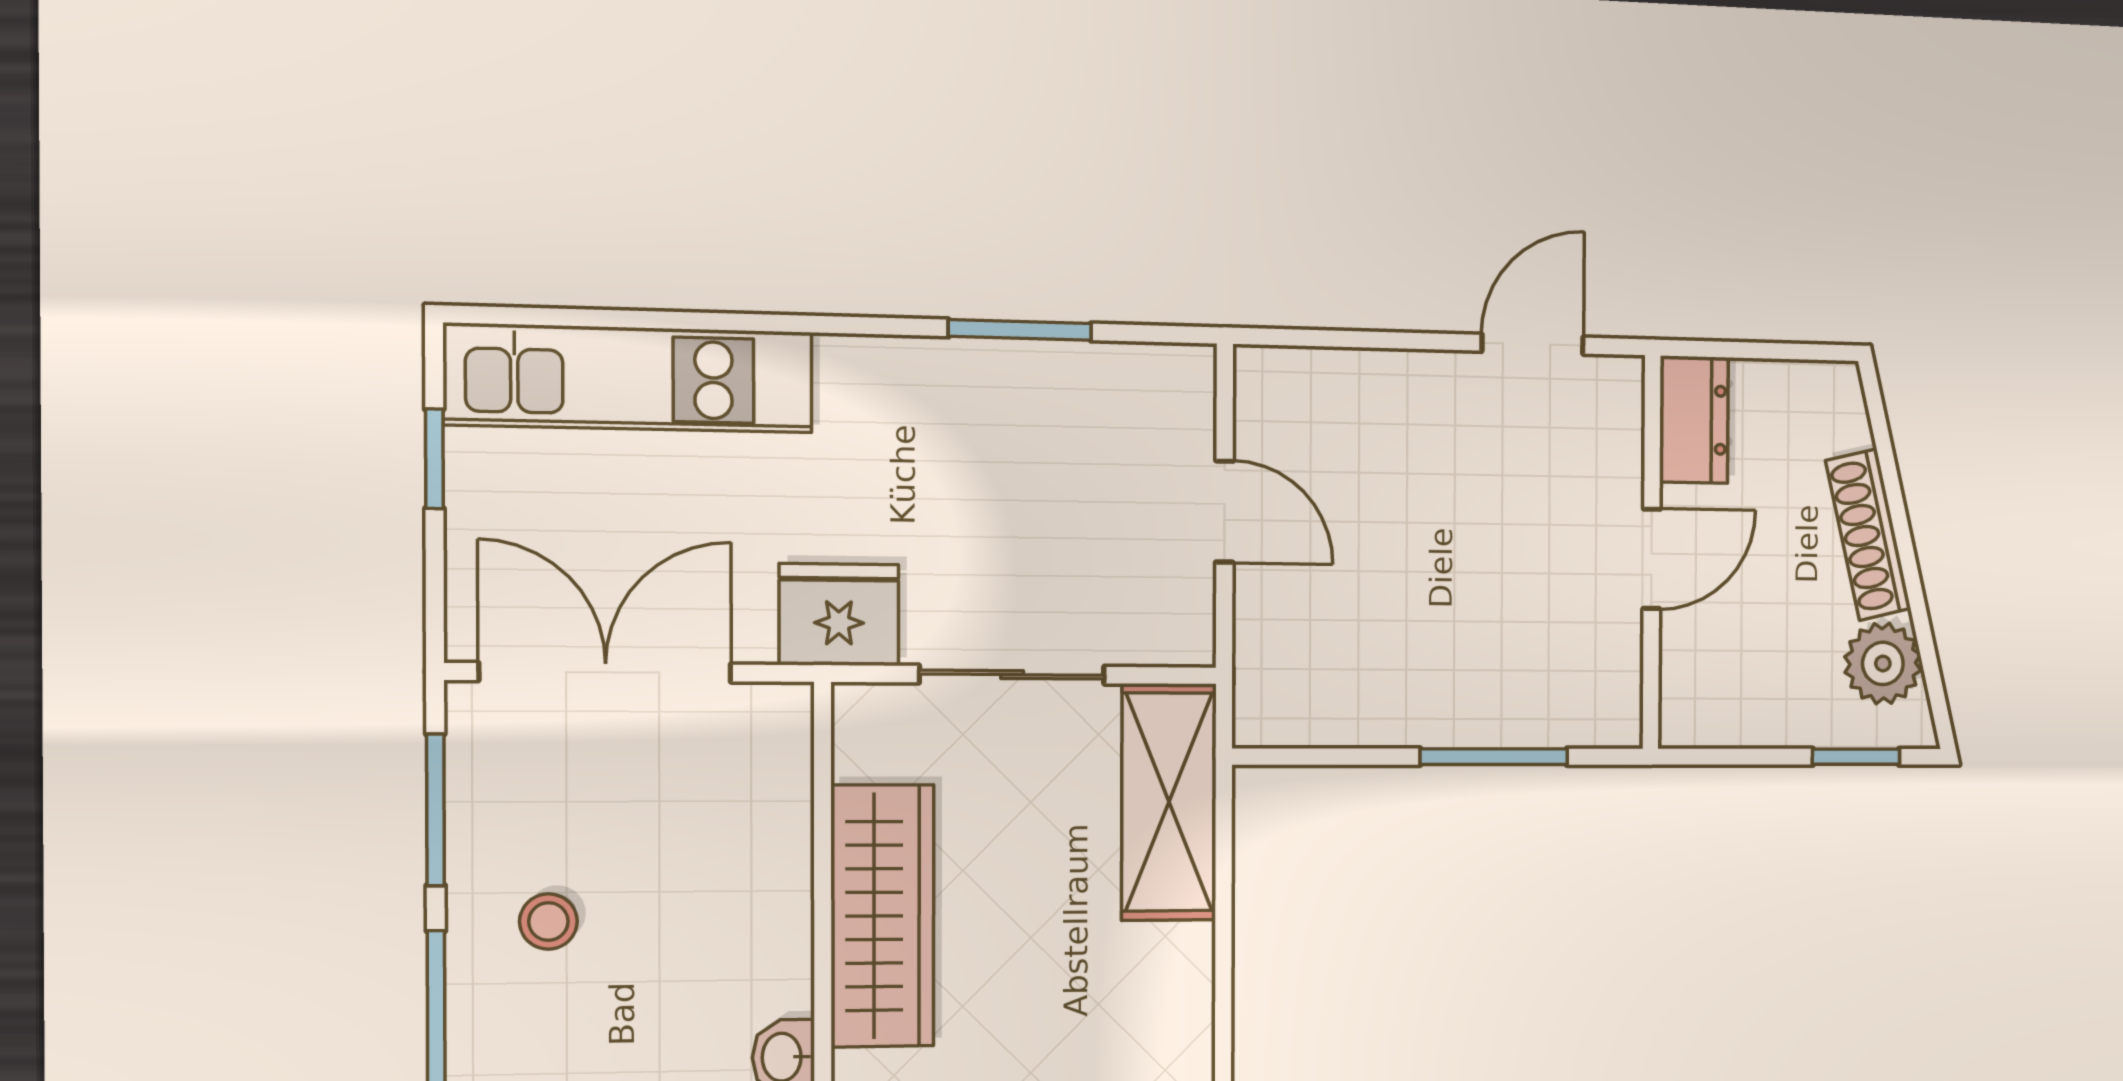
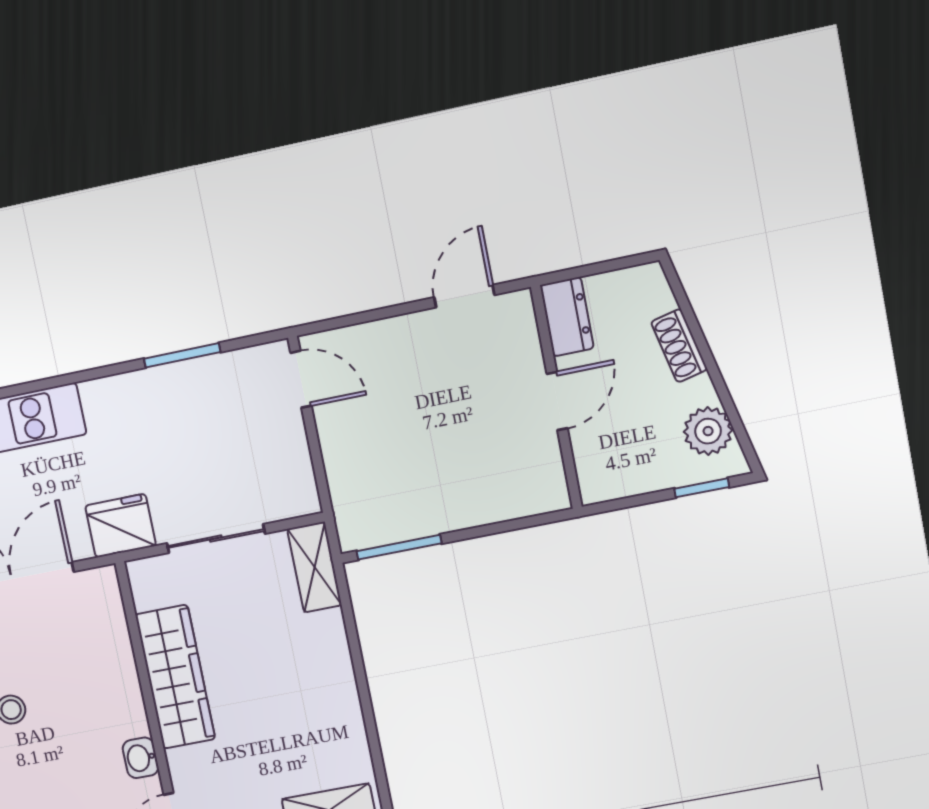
door: (1224, 512) -> (301, 379), moved
shoe rack: (1868, 535) -> (679, 346), width x0.70
window: (1494, 757) -> (399, 547), moved
shelving: (1169, 802) -> (315, 567), width x0.67, depth x0.75

